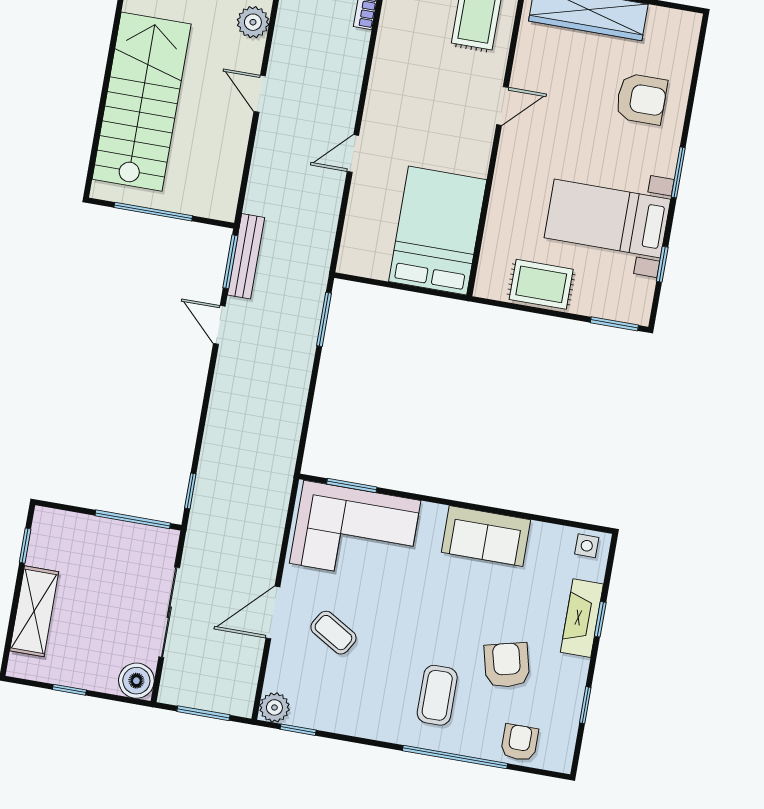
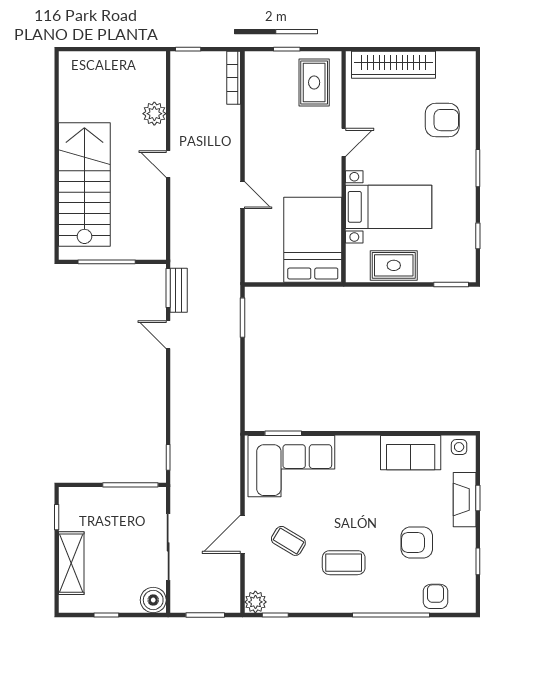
door: (353, 153) -> (242, 195), swing flipped
bed with nightstands: (607, 218) -> (389, 207), moved, turned 180
bench: (246, 256) -> (179, 290), width x0.73
sofa: (486, 536) -> (411, 453), moved
armchair: (507, 665) -> (417, 543), turned -76
coffee table: (437, 695) -> (344, 563), moved, turned 90

